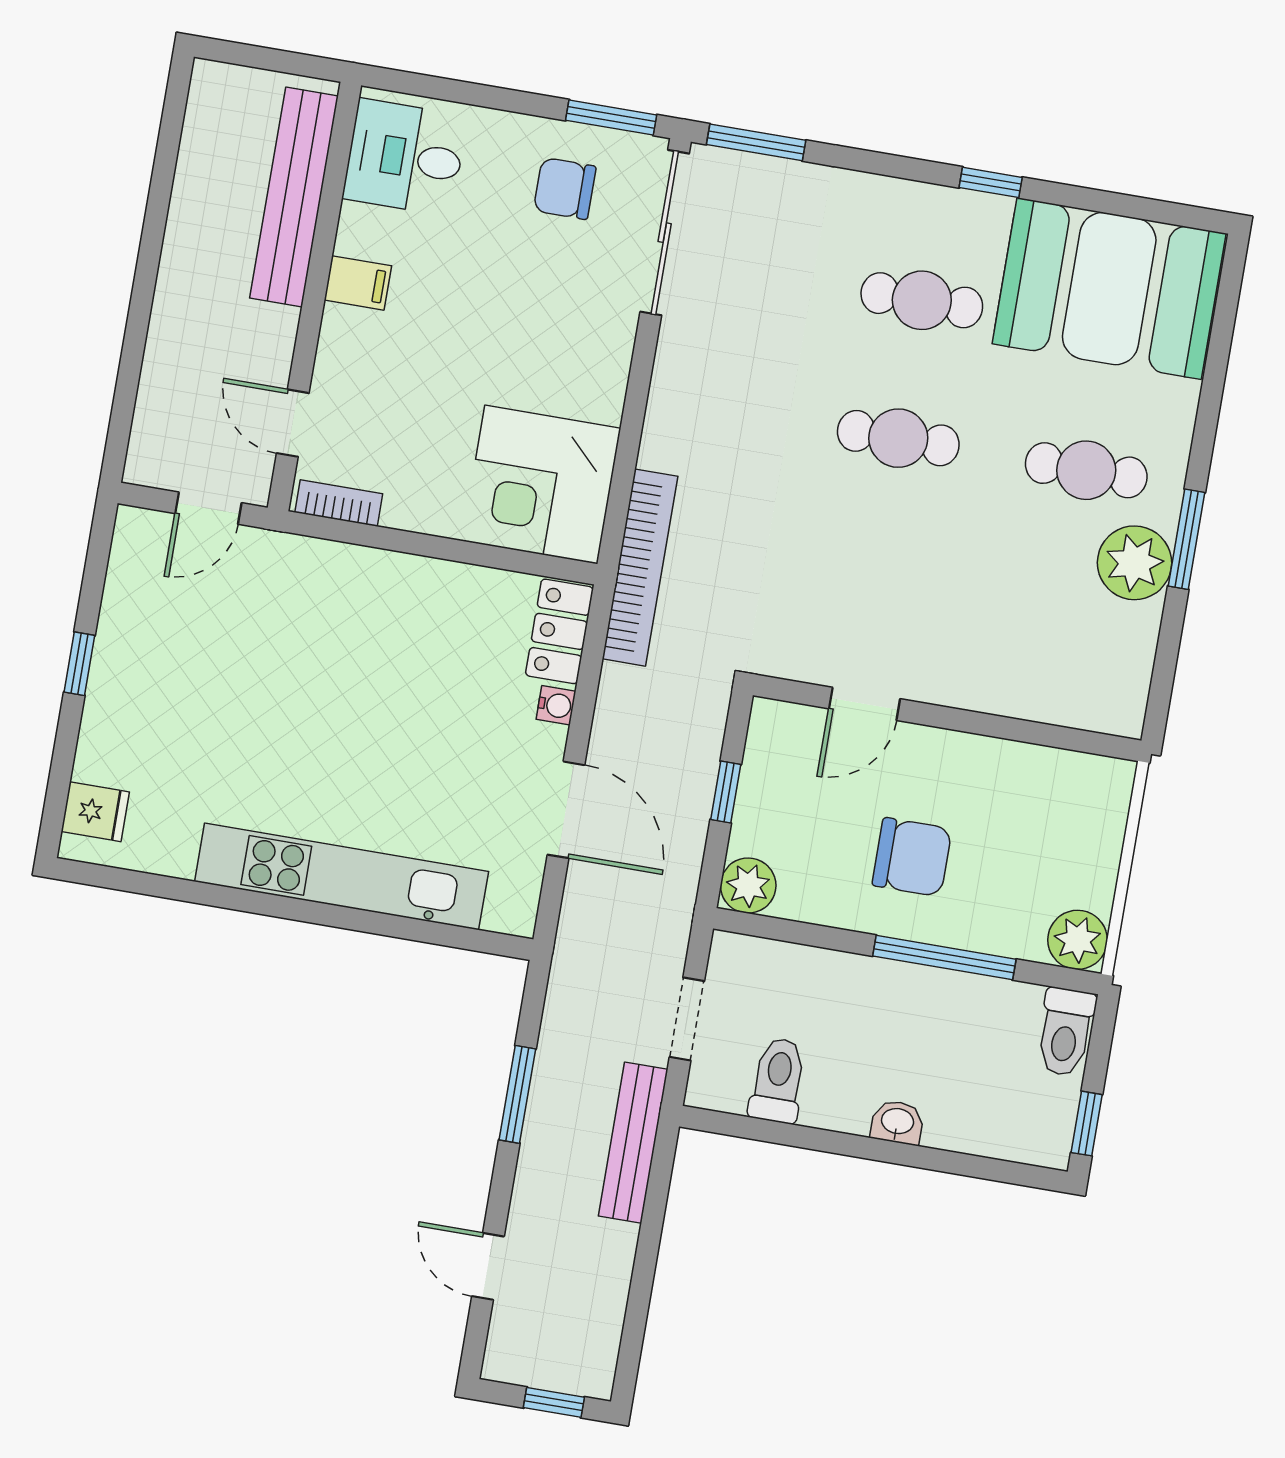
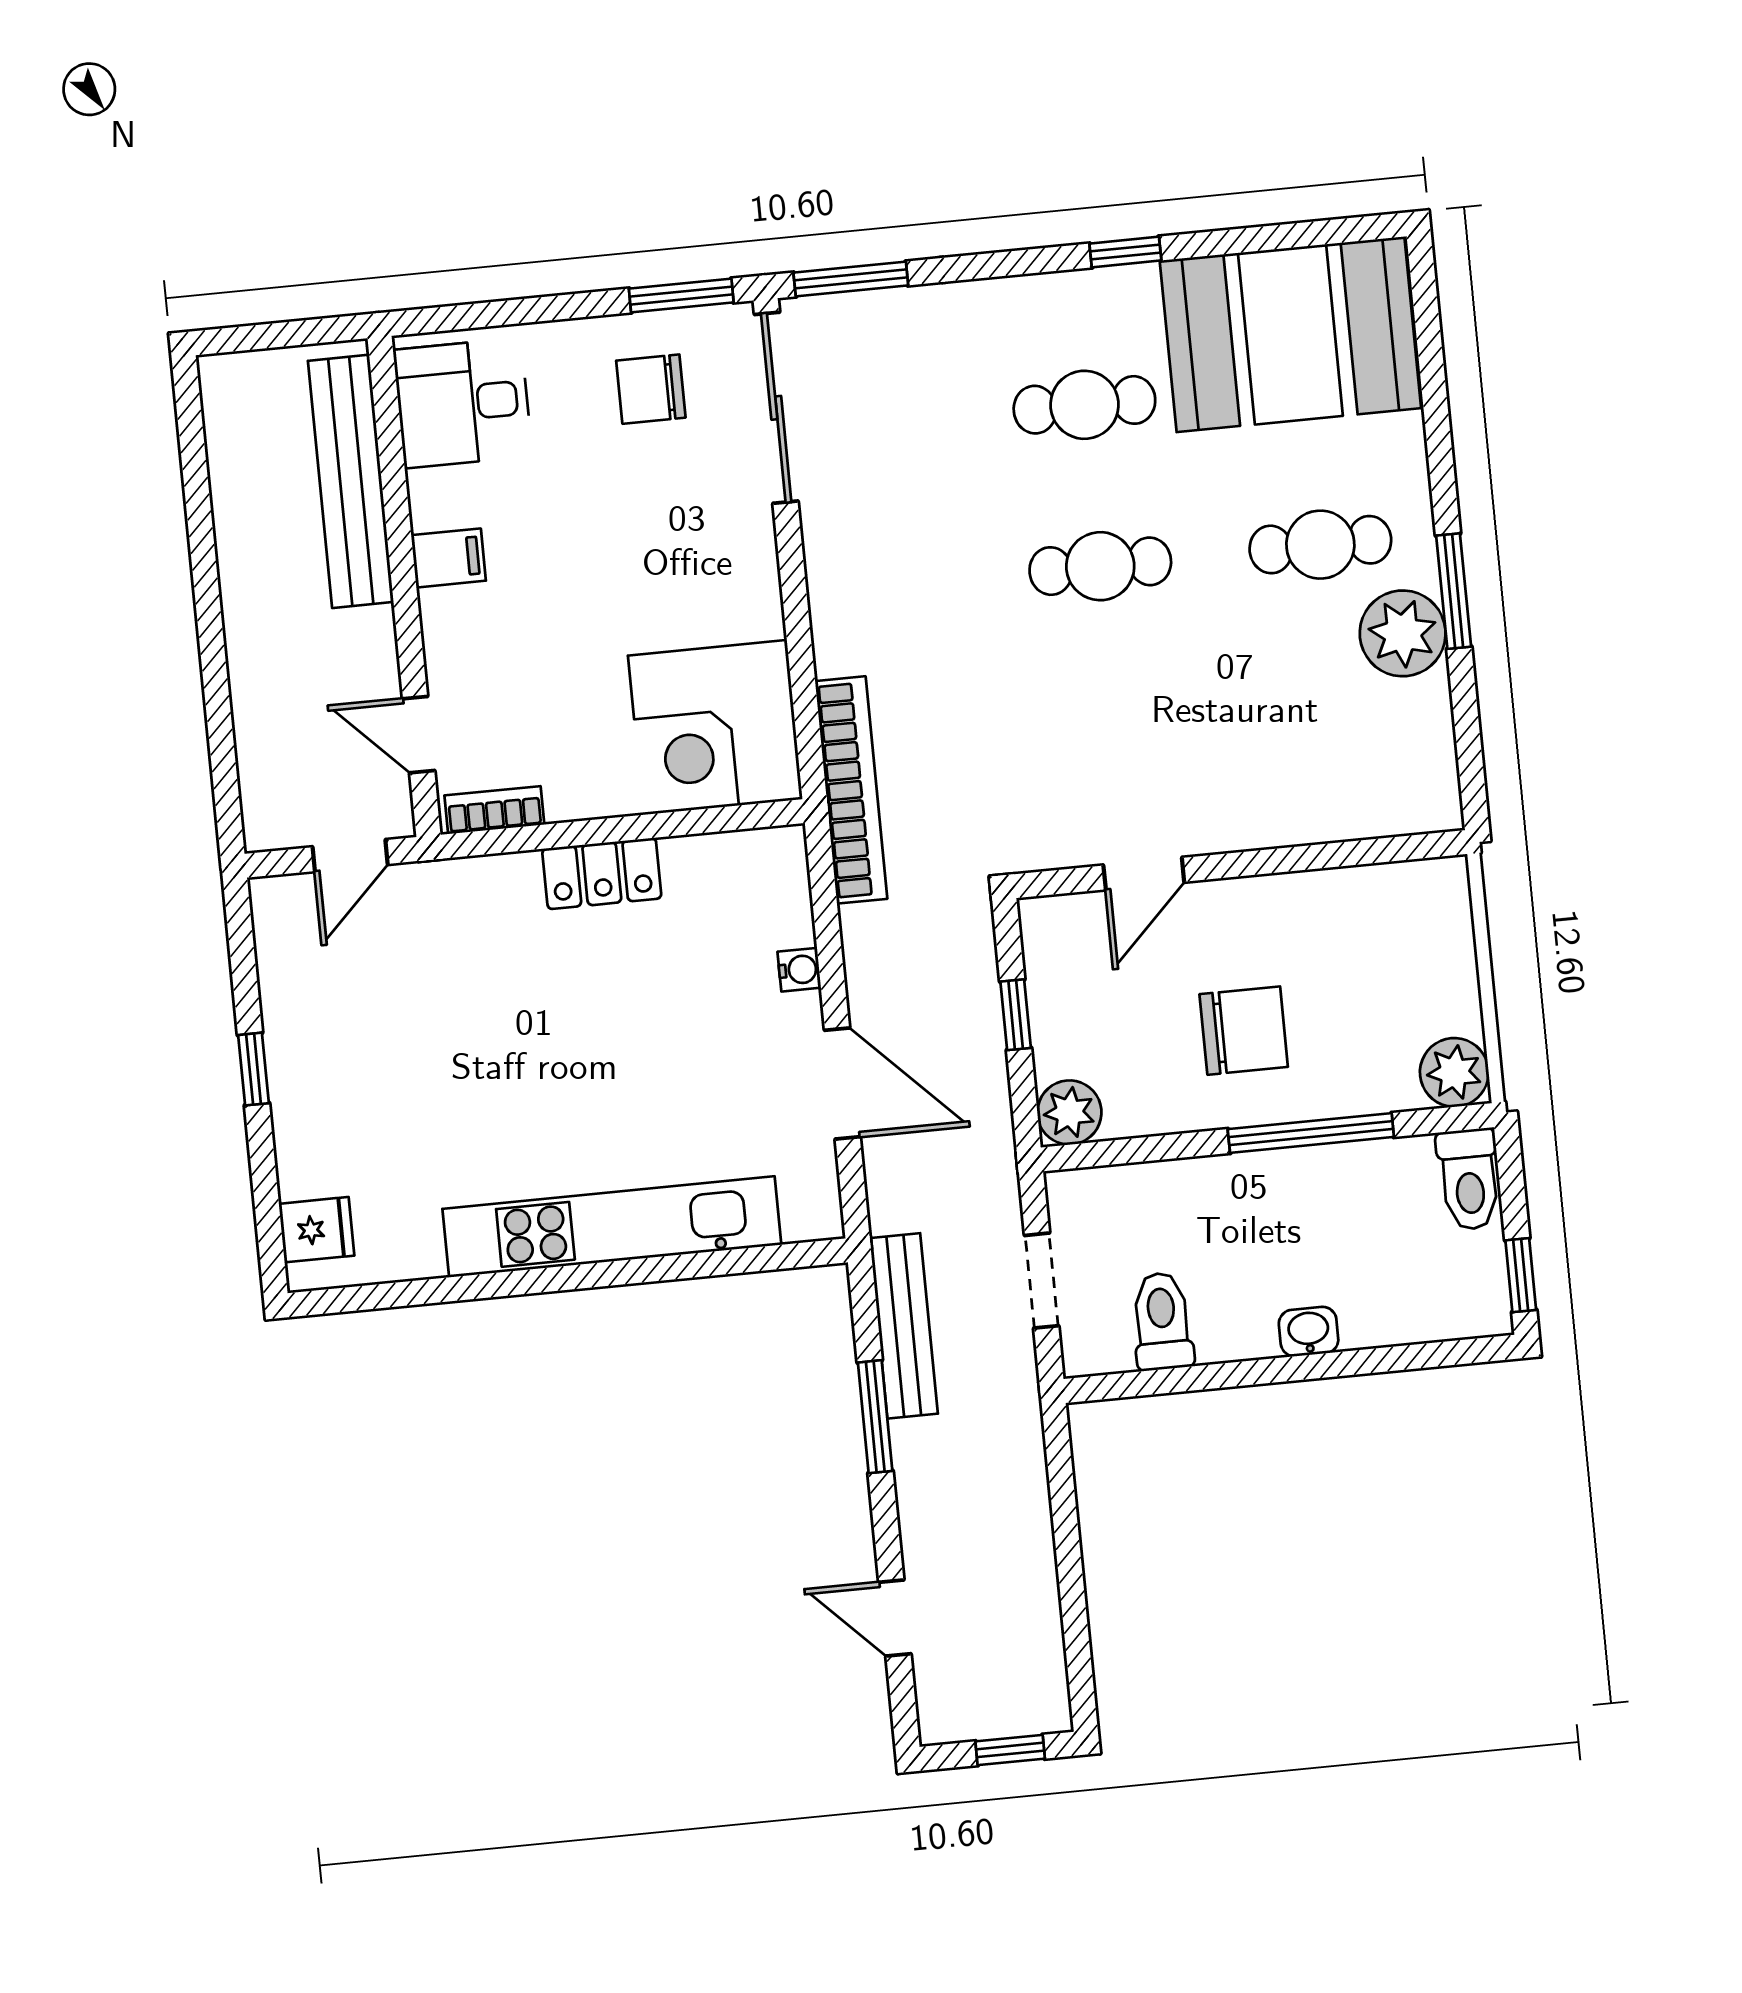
locker: (559, 631) -> (602, 874), moved, turned -90
bench: (633, 1143) -> (904, 1326), moved

